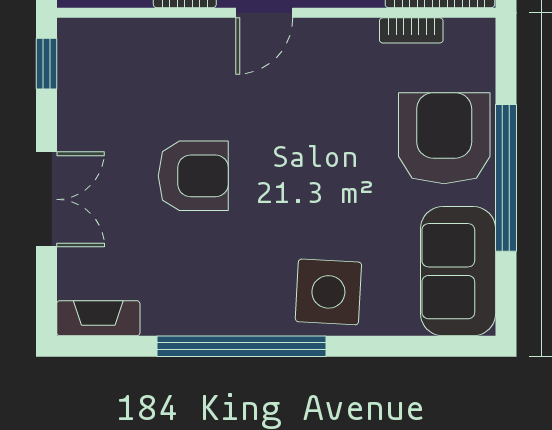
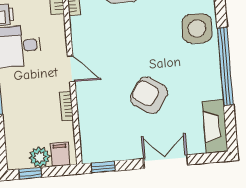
armchair: (193, 176) -> (149, 95), turned -57
fireplace: (98, 318) -> (215, 126), width x1.37, depth x1.32

